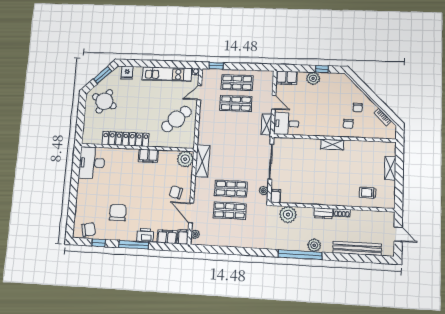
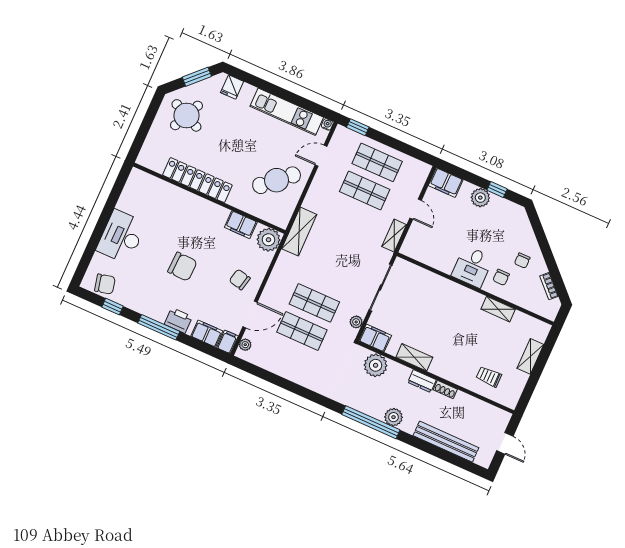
desk: (286, 124) -> (472, 267), moved, turned -90
shelving: (332, 144) -> (498, 309), moved
filing cabinet: (148, 156) -> (241, 225), moved
shelving: (202, 161) -> (299, 232), moved
desk: (92, 163) -> (121, 237), moved
filing cabinet: (275, 196) -> (375, 338), width x2.00
shelving: (312, 199) -> (414, 357), added
chair: (118, 213) -> (182, 267), moved, turned 92
door: (191, 213) -> (250, 314), swing flipped

